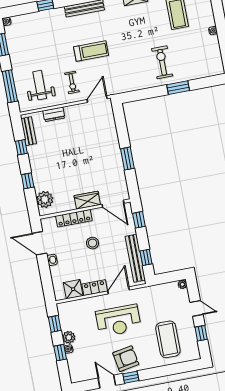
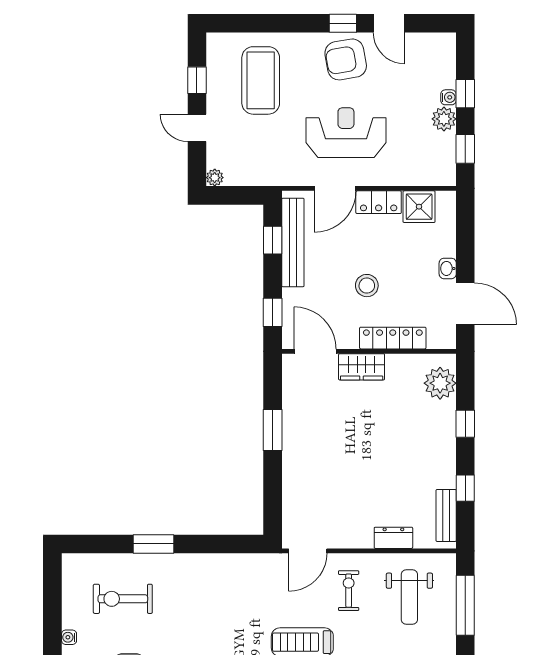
exercise bike: (162, 62) -> (123, 599), moved, turned 90

